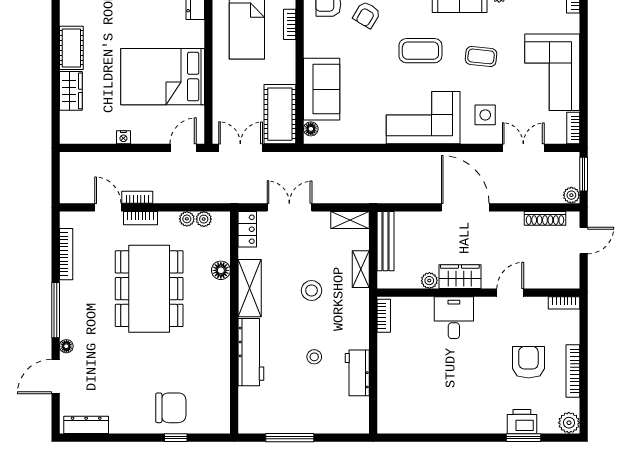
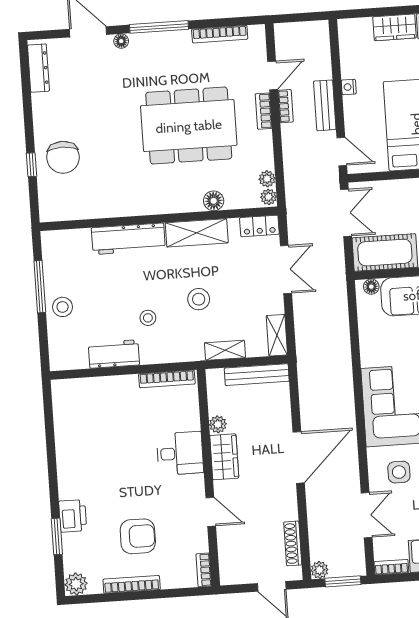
bench: (139, 161) -> (325, 105), added
plant: (187, 219) -> (269, 197), moved
bookcase: (384, 316) -> (167, 379), width x1.56
stool: (314, 357) -> (148, 318), moved
stool: (310, 418) -> (63, 307), added
printer: (522, 422) -> (73, 516), moved

